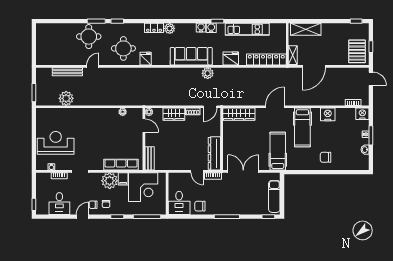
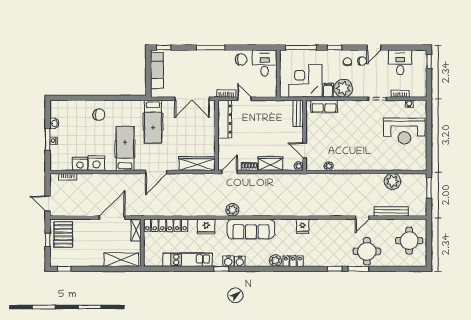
round table: (123, 48) -> (409, 241), moved
nightstand: (362, 114) -> (80, 164), moved
row of seats: (121, 165) -> (324, 106), width x0.68

